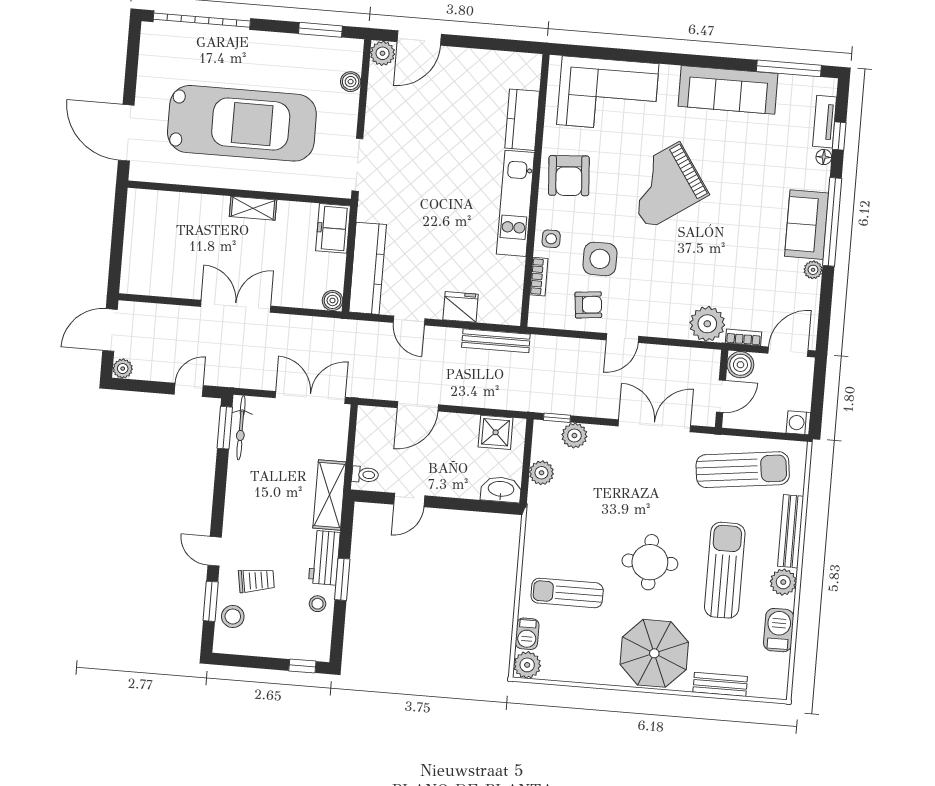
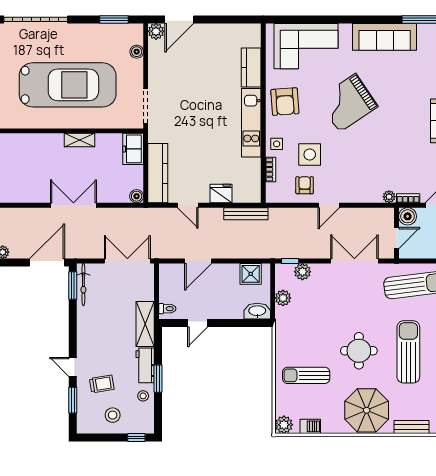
armchair: (588, 305) -> (305, 185), turned -84
plant: (707, 324) -> (389, 197), width x0.53, depth x0.53
door: (189, 390) -> (47, 263), width x1.88
stool: (233, 616) -> (113, 415), moved
barbecue: (527, 634) -> (310, 426), moved, turned -90

